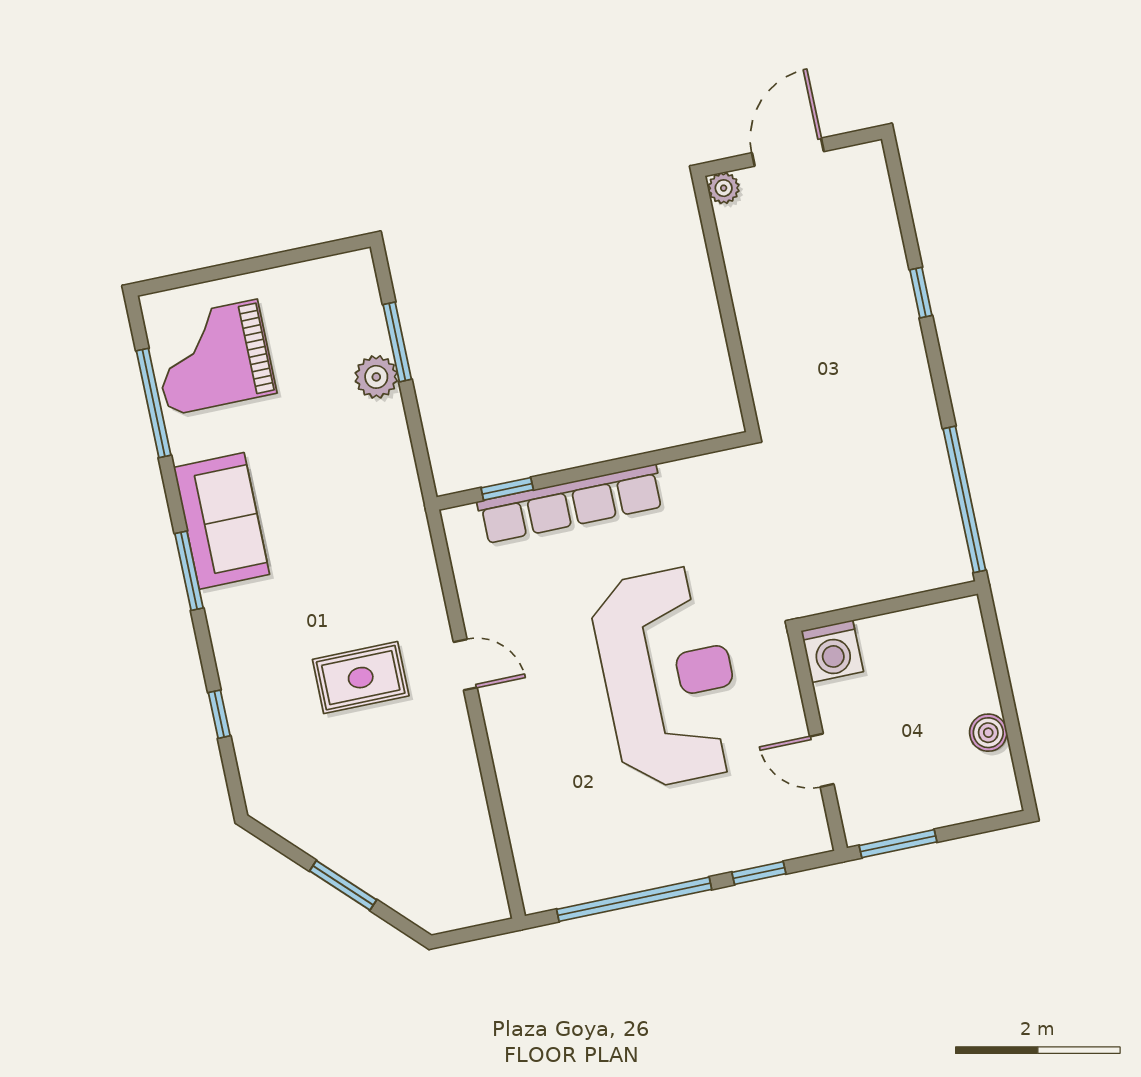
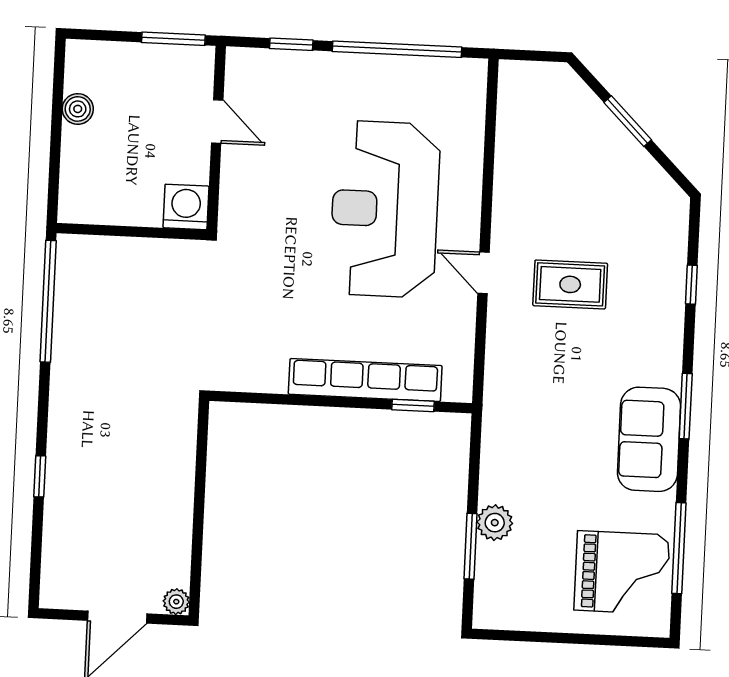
reception desk: (669, 677) -> (385, 209), moved

